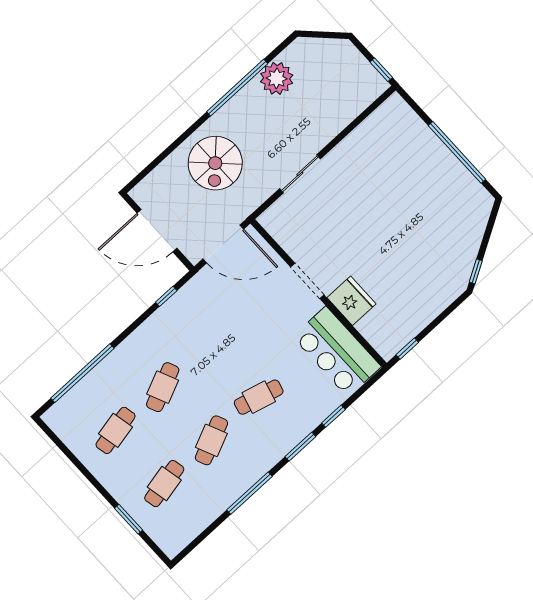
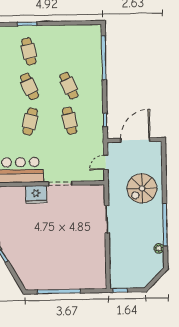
plant: (277, 78) -> (159, 248), width x0.53, depth x0.53
spiral stairs: (215, 163) -> (142, 188), turned -90
door: (223, 244) -> (106, 162), width x0.53
cafe table: (116, 430) -> (70, 121), moved

